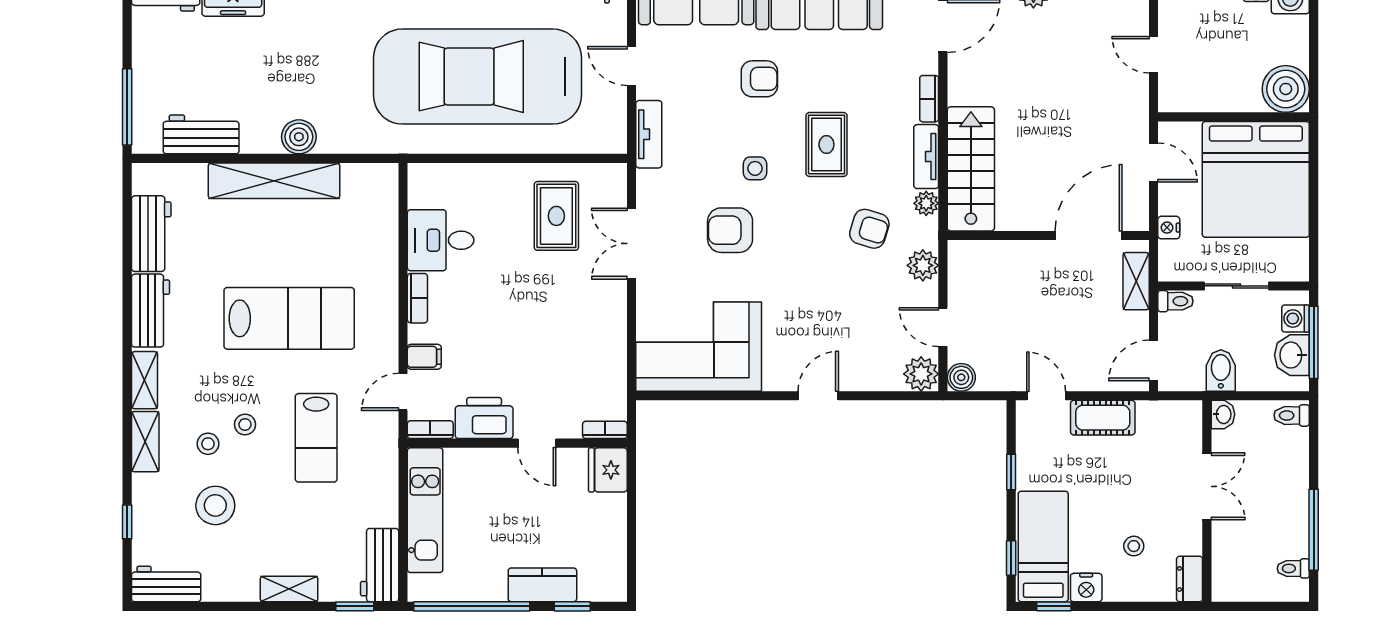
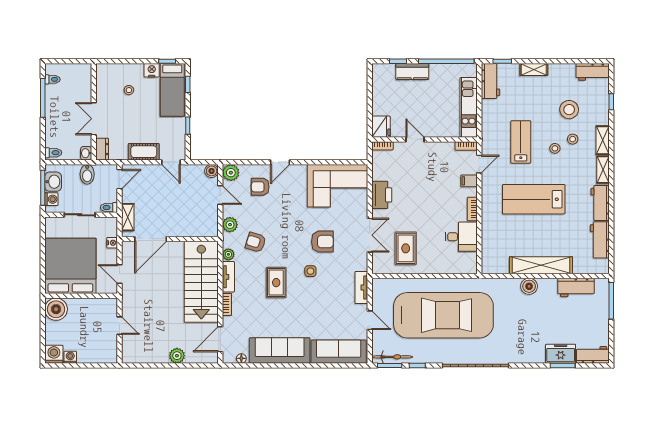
armchair: (759, 79) -> (260, 187), moved
stairs: (971, 169) -> (201, 282), width x1.36, depth x1.51
printer: (484, 418) -> (382, 195), moved, turned -90
dresser: (1190, 579) -> (102, 149), moved

